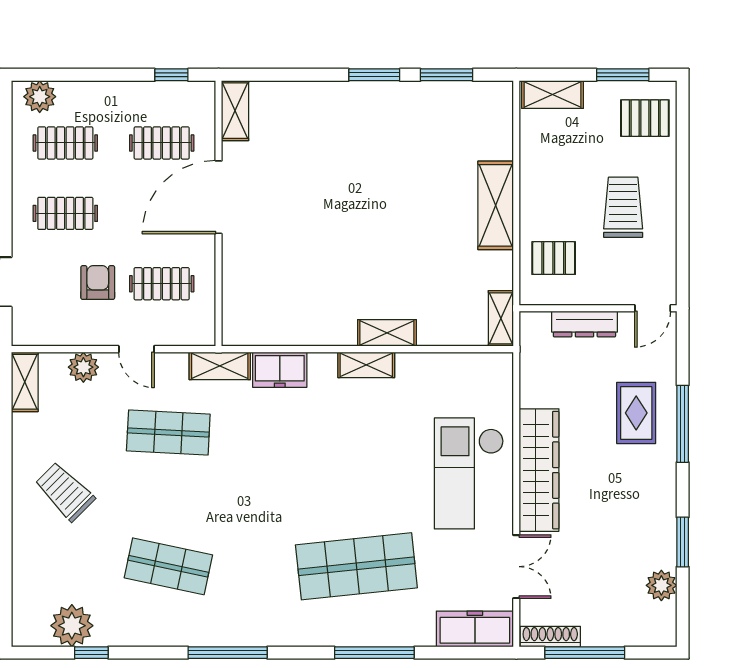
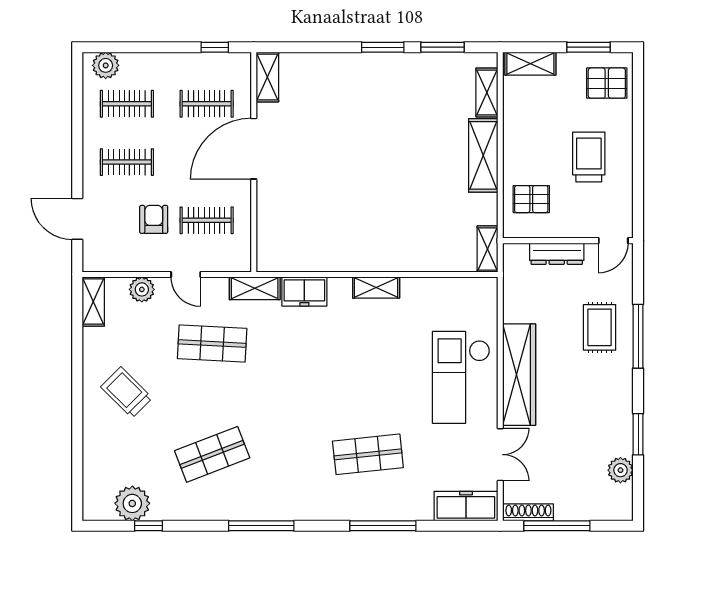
shelving: (387, 333) -> (487, 92), moved, turned 90
shop shelf: (168, 566) -> (212, 454), turned -33
shop shelf: (356, 566) -> (368, 454), width x0.70, depth x0.74

